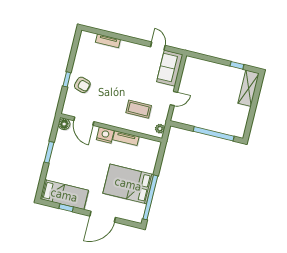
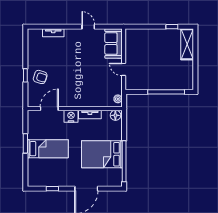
door: (158, 46) -> (88, 27), moved
door: (174, 99) -> (124, 69), swing flipped
coffee table: (139, 109) -> (95, 86), removed
door: (84, 121) -> (49, 109), swing flipped
floor lamp: (64, 124) -> (115, 115), moved
bed: (64, 195) -> (48, 149), moved

